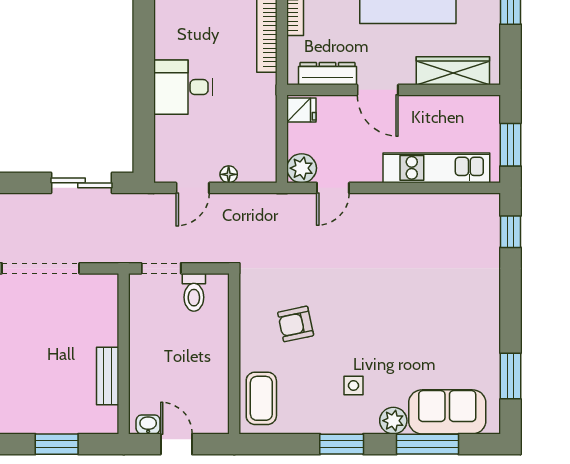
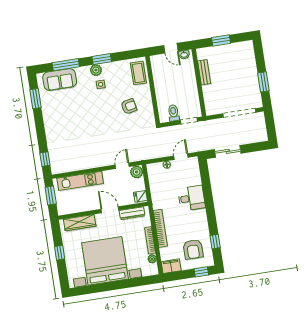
plant: (393, 421) -> (96, 70), moved

